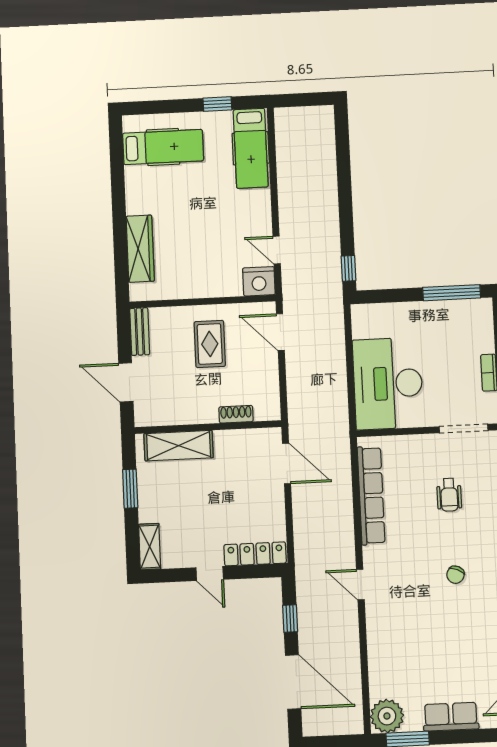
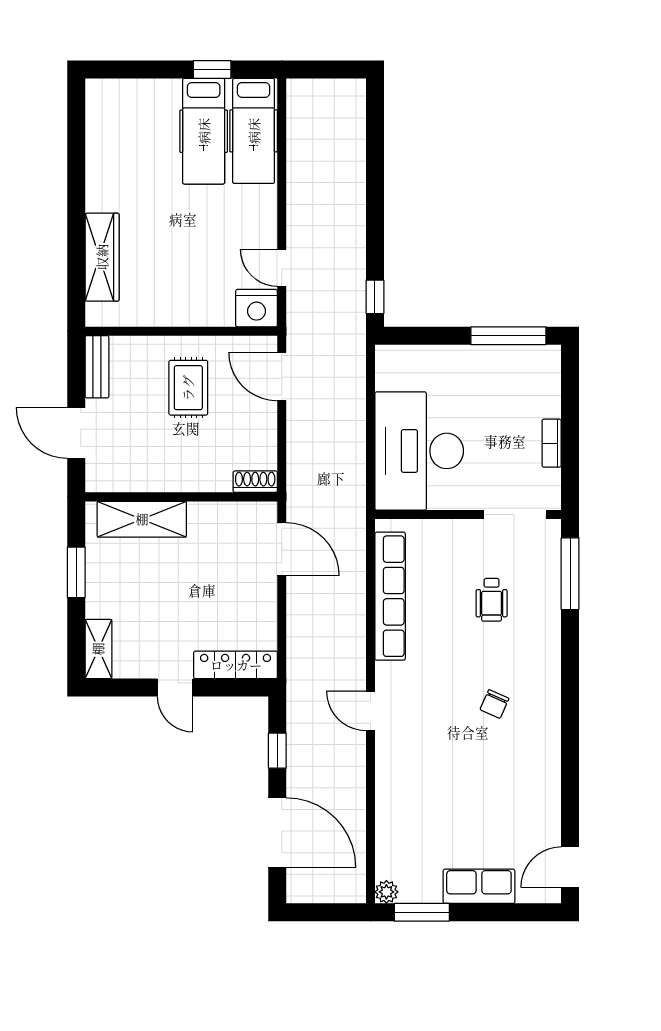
hospital bed: (163, 147) -> (204, 131), moved, turned 90
shoe rack: (236, 414) -> (255, 482), moved
plant: (387, 716) -> (386, 892), width x0.53, depth x0.53

